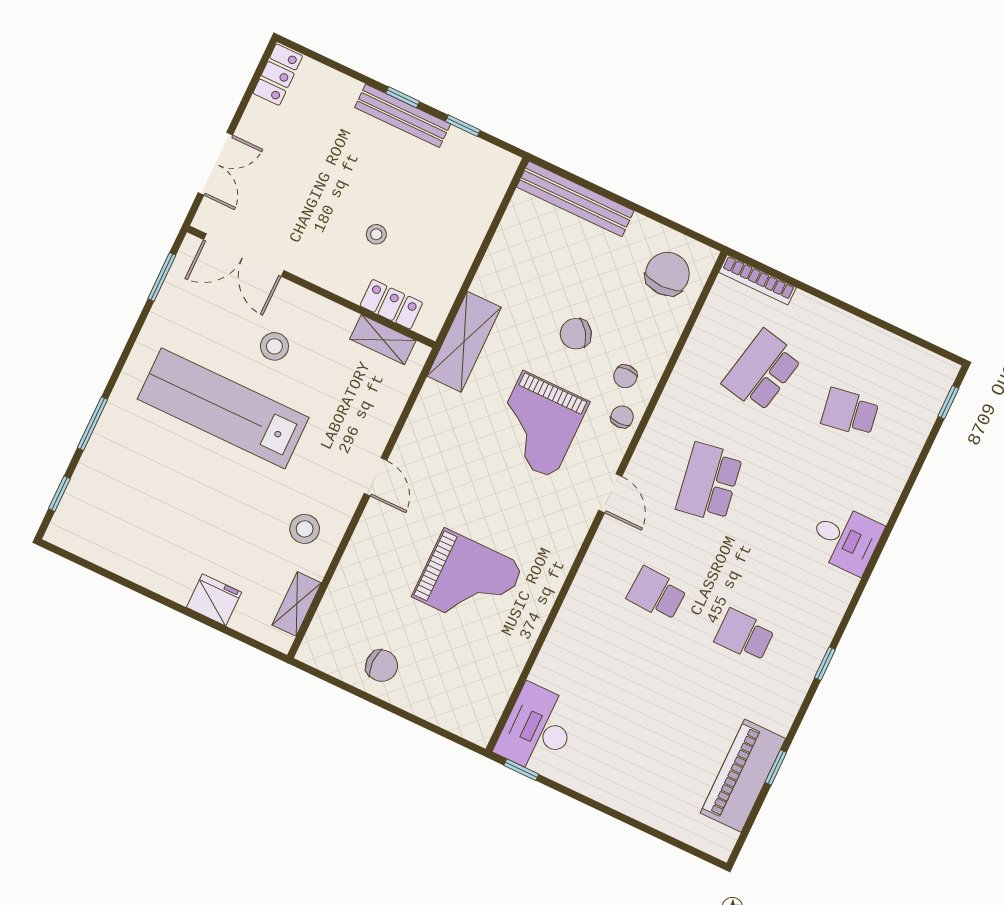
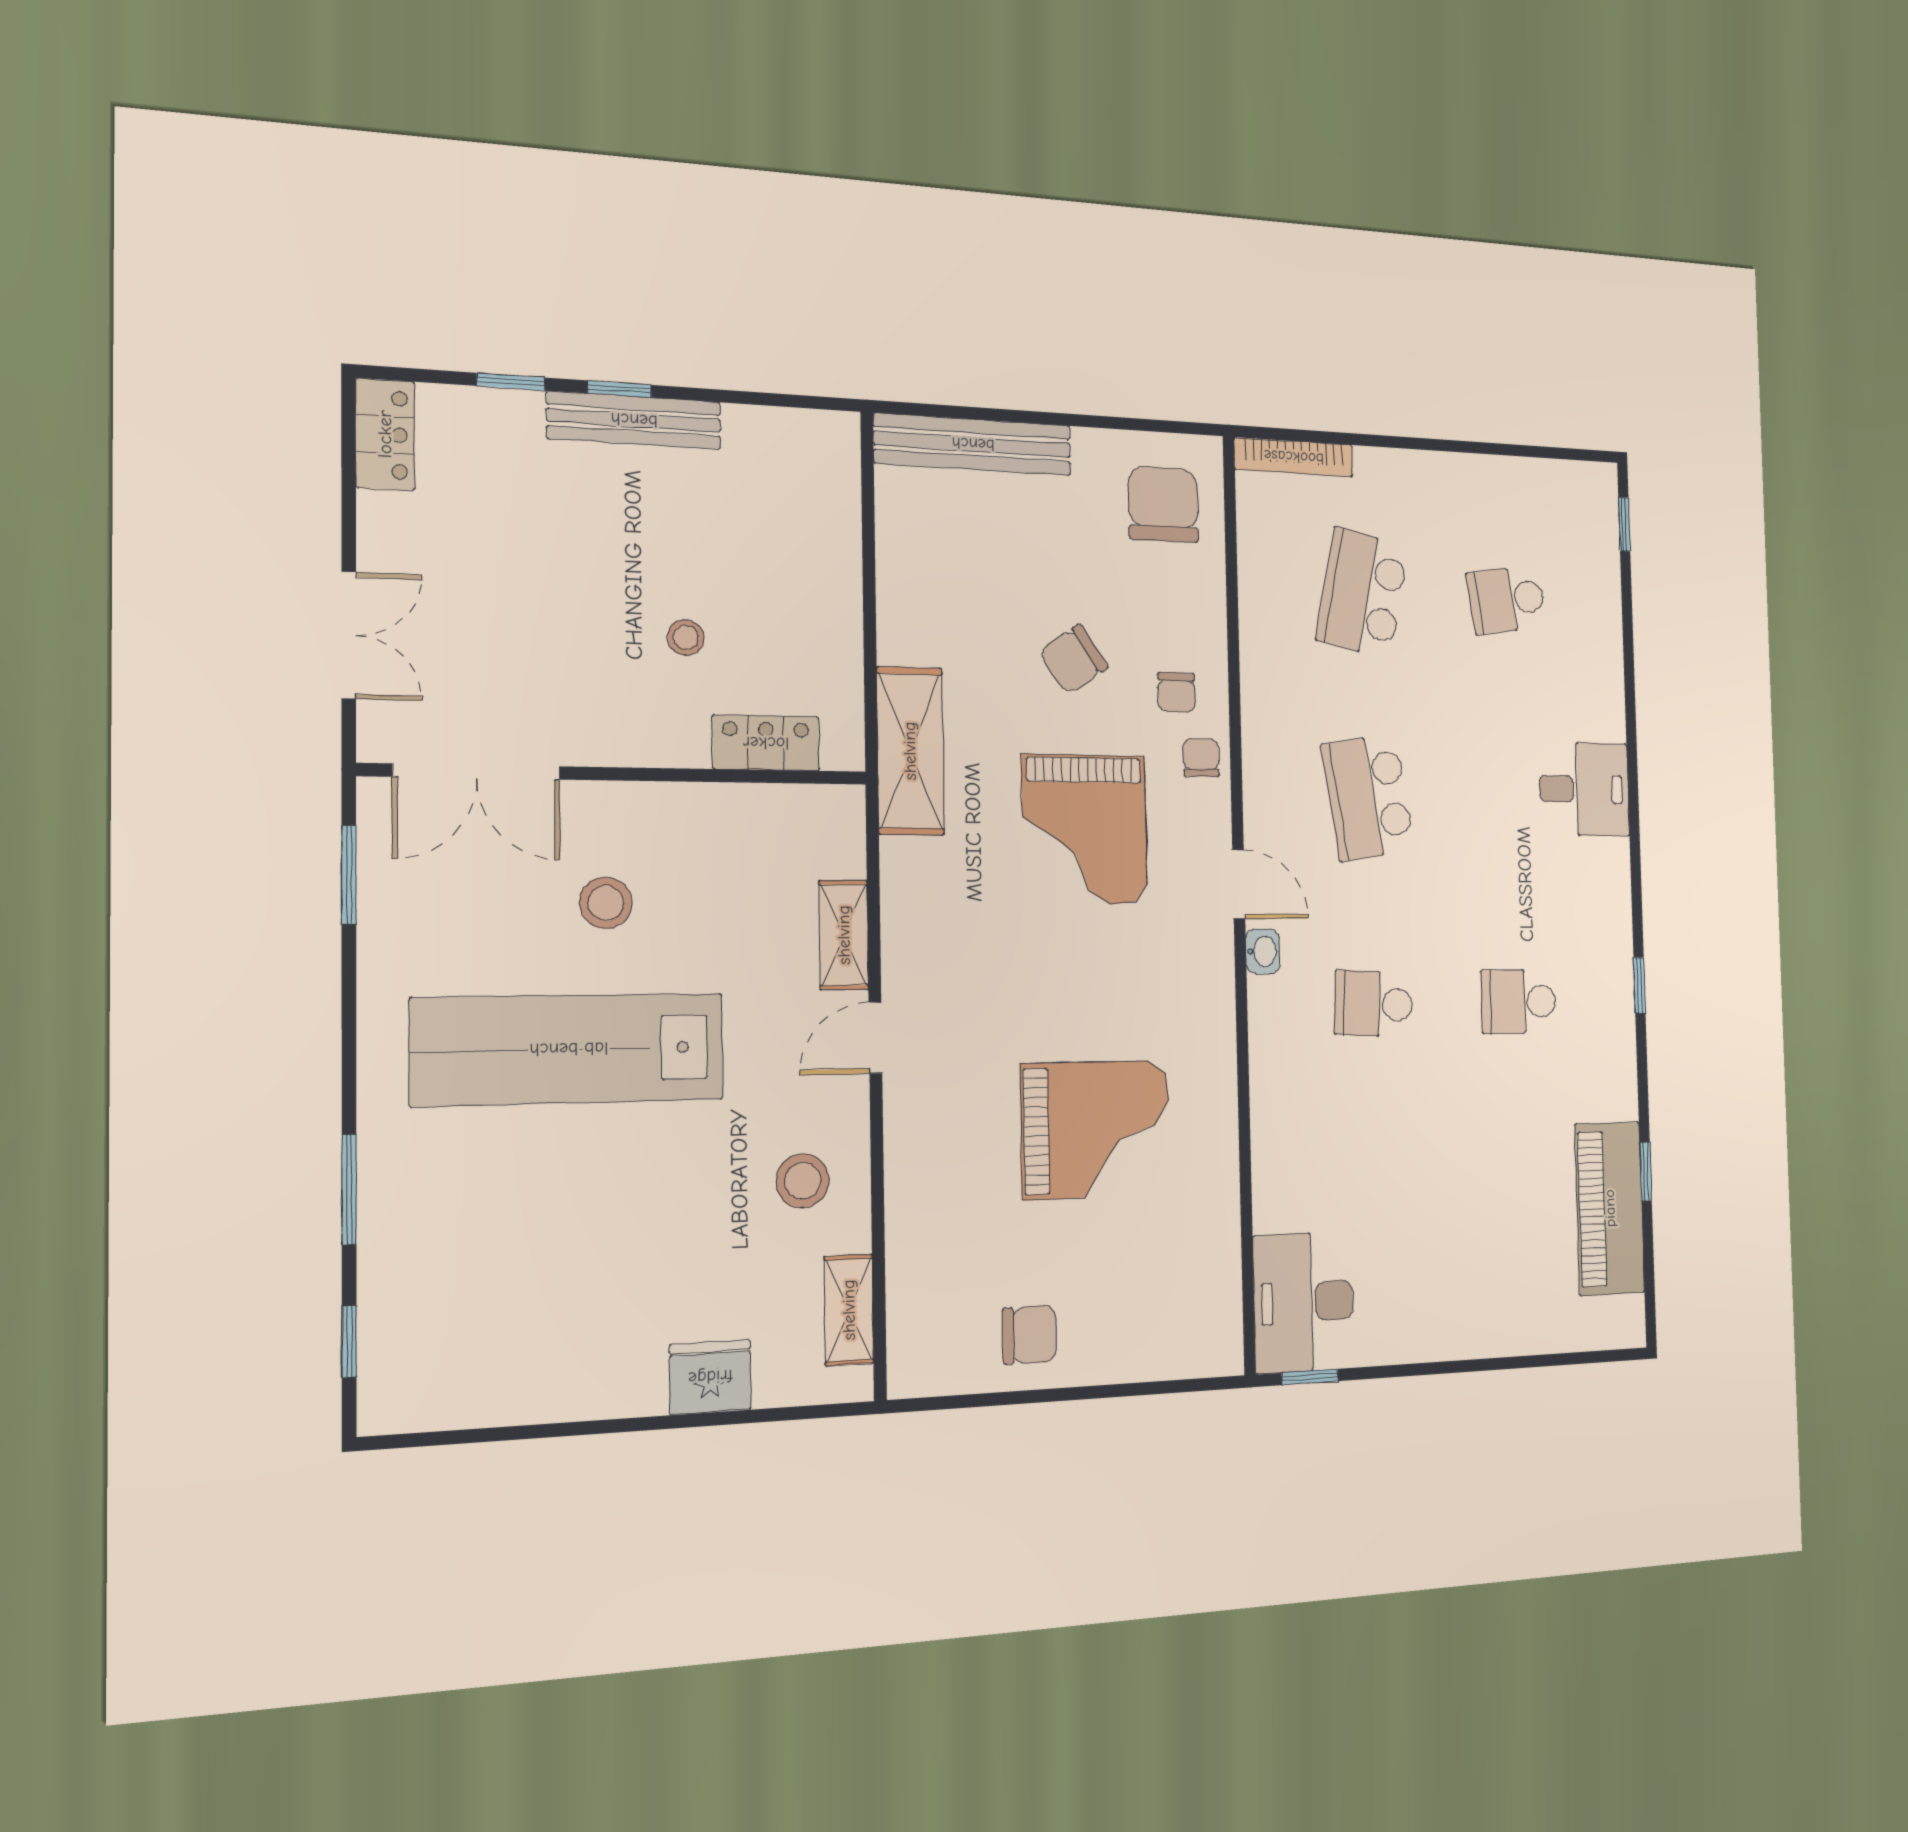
window: (463, 126) -> (511, 382), moved
shelving: (383, 340) -> (844, 935), moved, turned 90
door: (375, 477) -> (875, 1038), swing flipped
washbasin: (606, 535) -> (1263, 951), added

